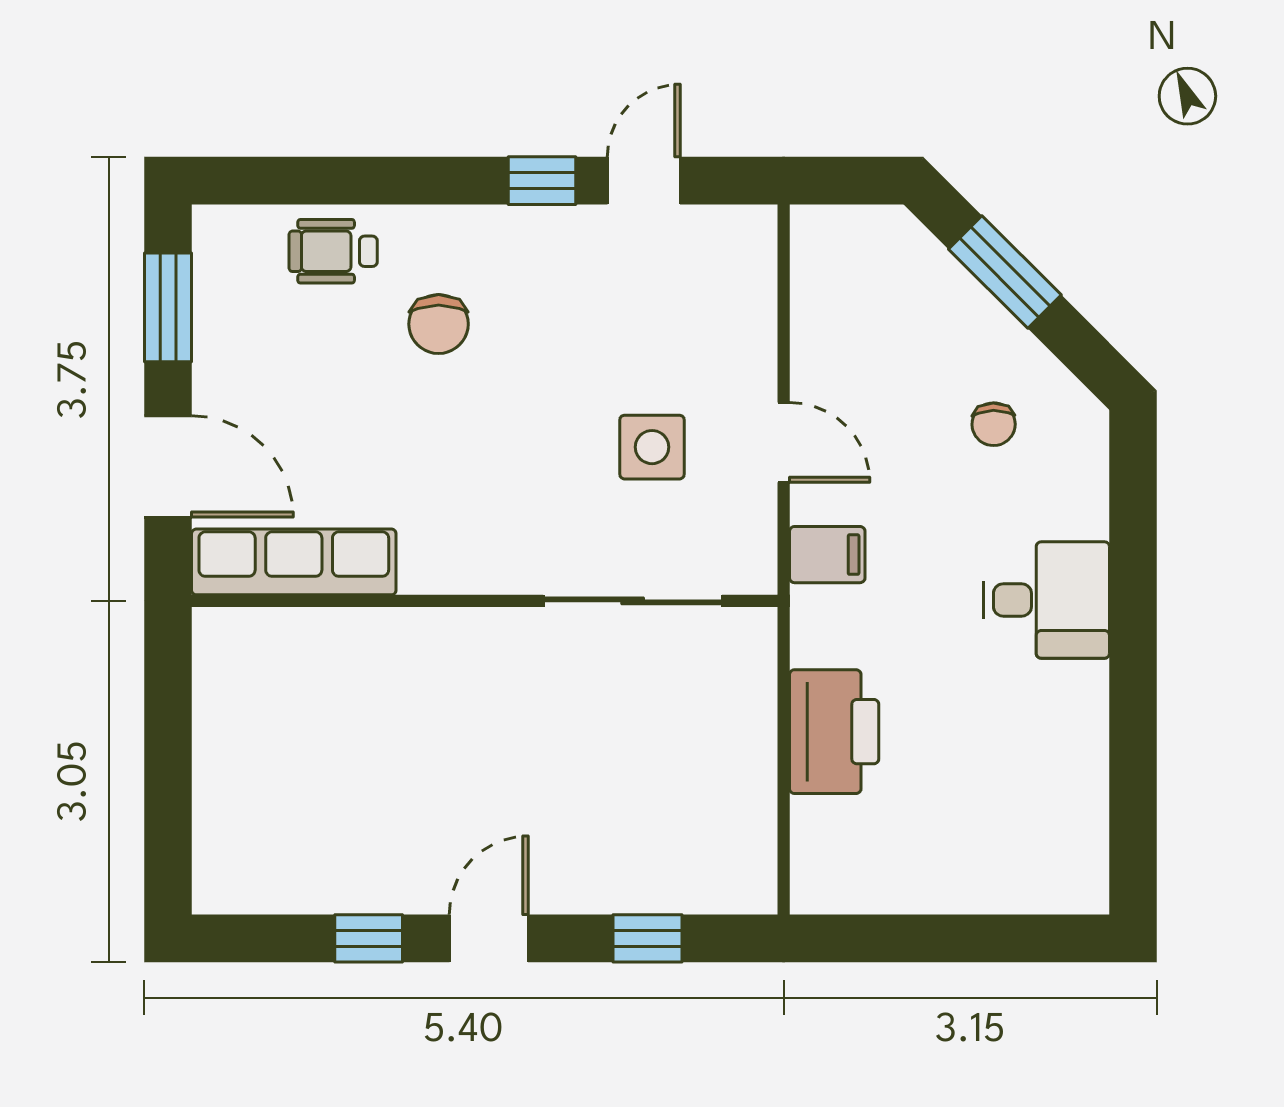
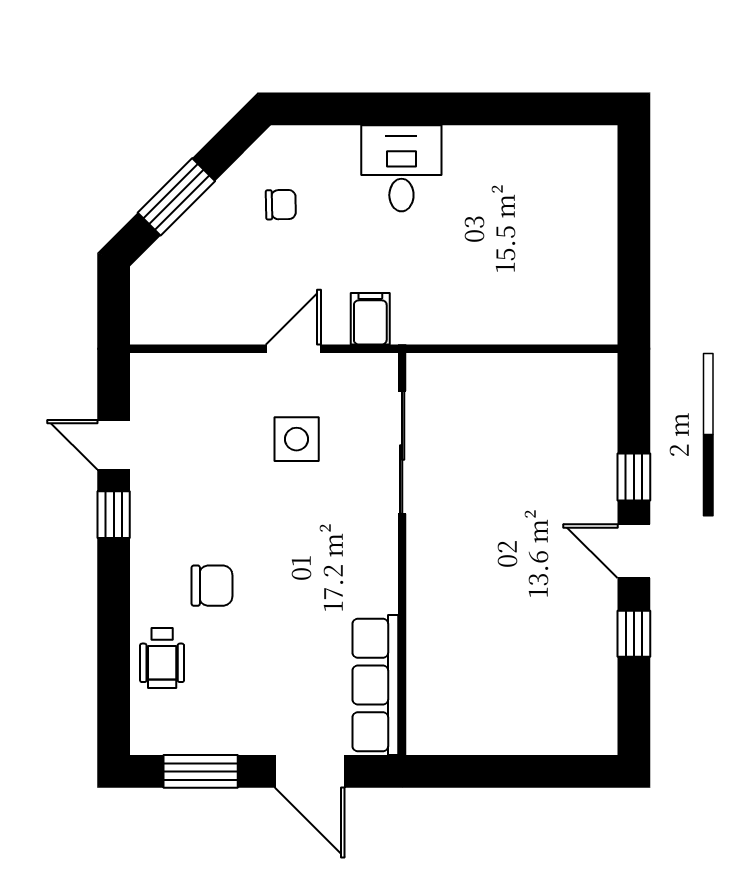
door: (168, 466) -> (310, 771), swing flipped
printer: (834, 732) -> (492, 314), removed
window: (647, 938) -> (634, 477), moved

